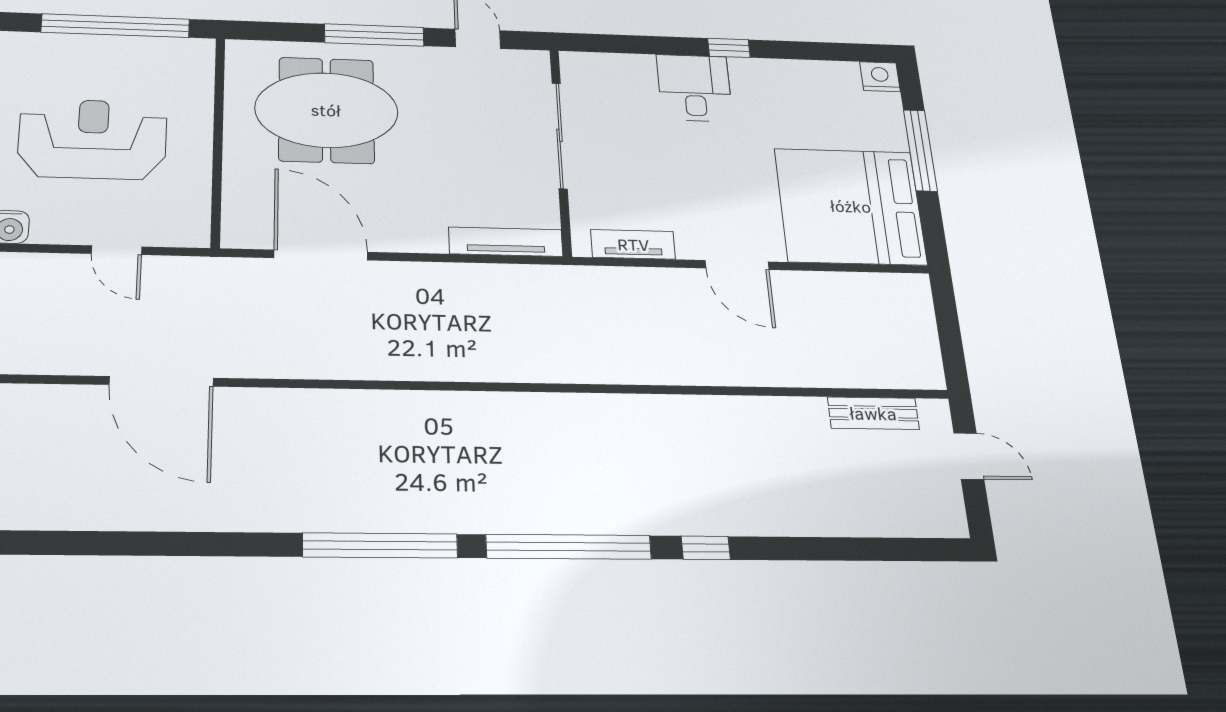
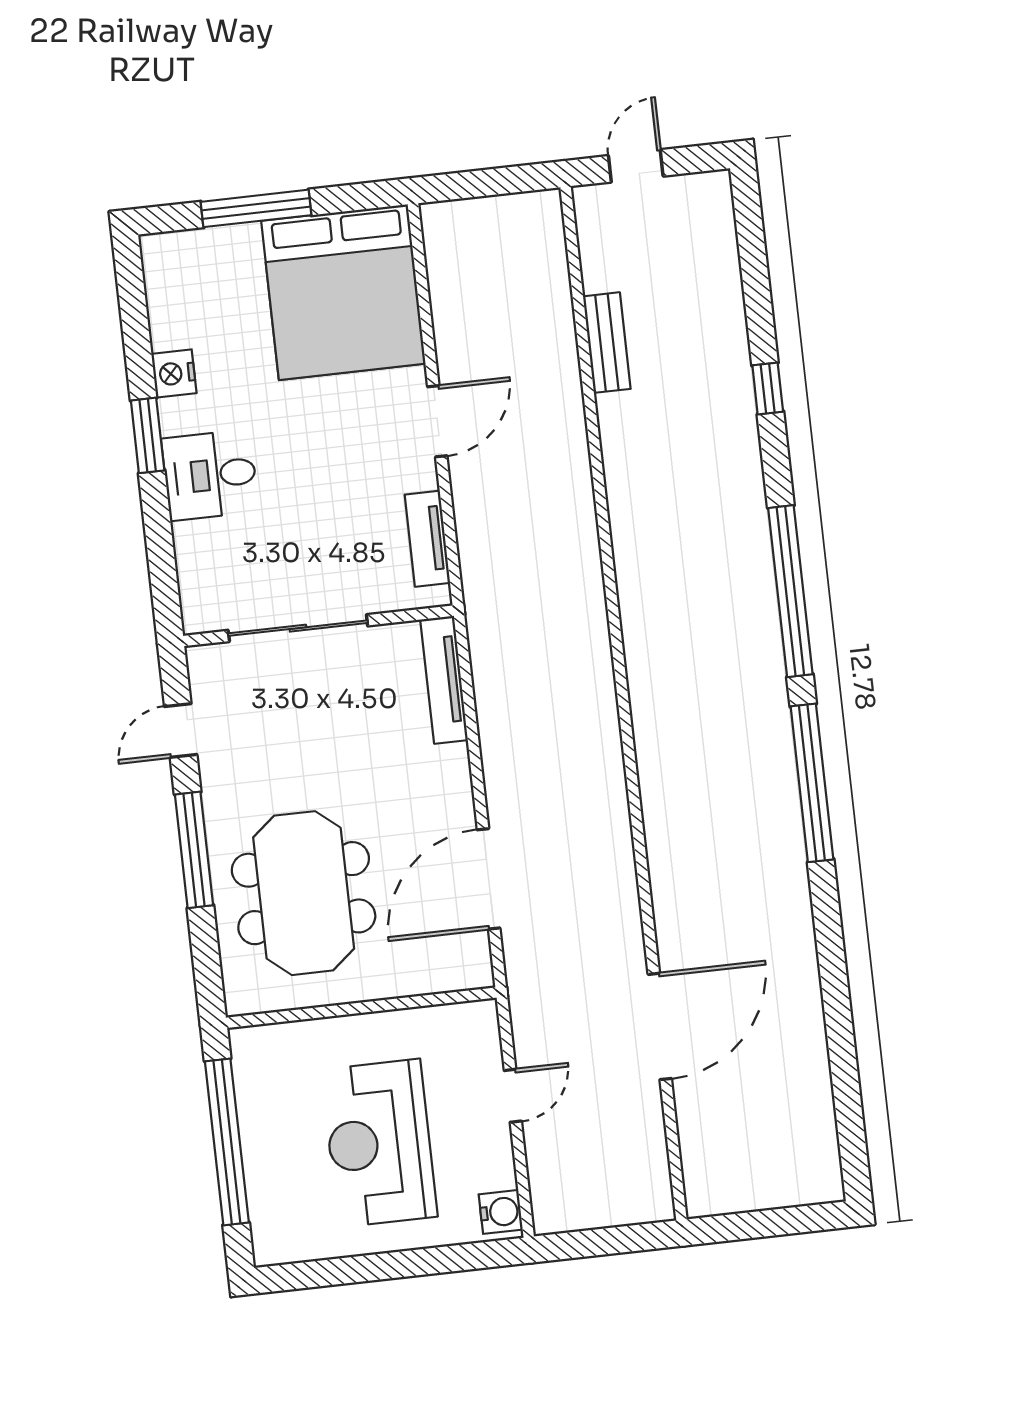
window: (729, 48) -> (148, 435), width x1.50
nightstand: (880, 77) -> (174, 374), moved
bench: (873, 413) -> (607, 343), moved
window: (706, 548) -> (768, 389), moved

